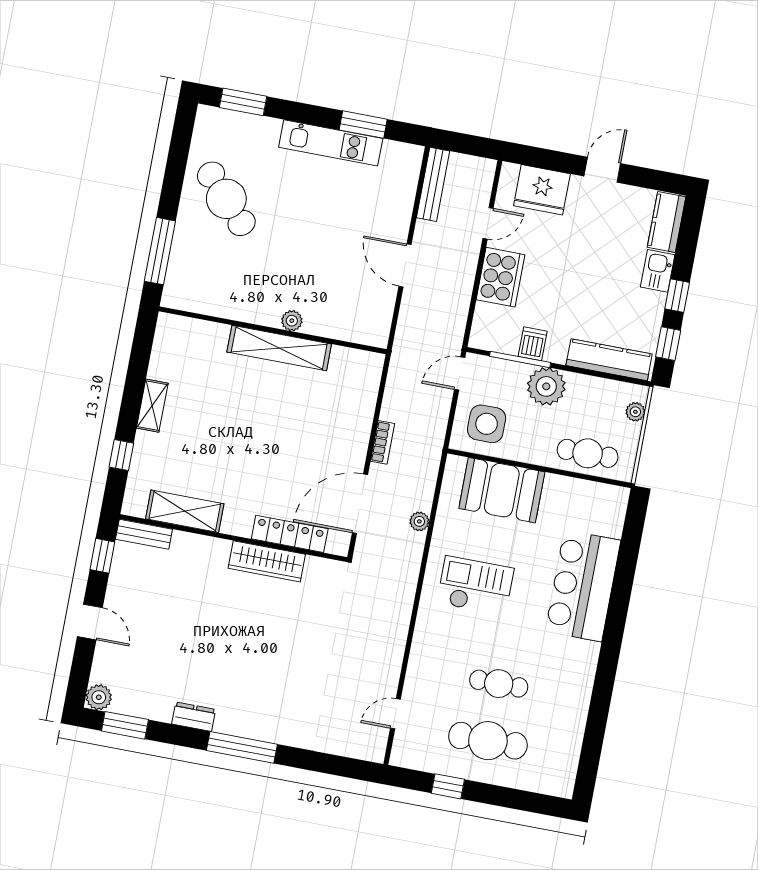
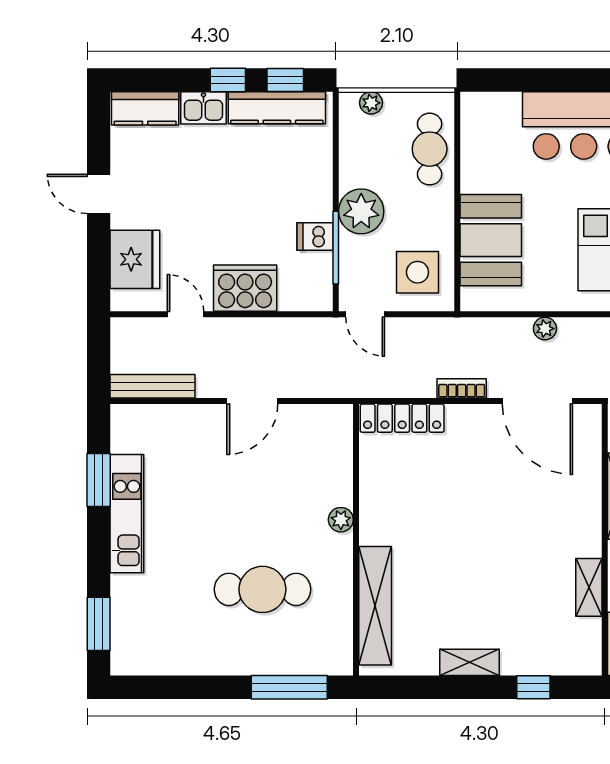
cafe table: (226, 199) -> (262, 589), moved, turned 43
shelving: (279, 348) -> (375, 606), moved
kitchen counter: (609, 360) -> (277, 108), moved, turned -90
shelving: (185, 511) -> (589, 587), width x0.67, depth x0.75
locker: (290, 534) -> (402, 418), moved, turned -90

